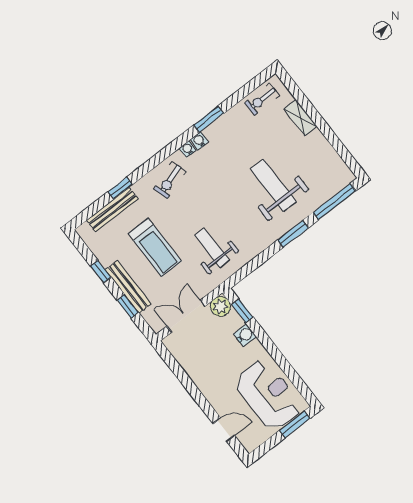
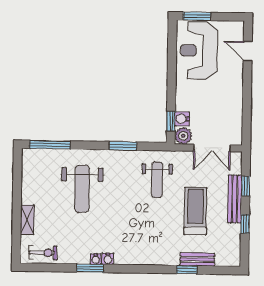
water cooler: (188, 149) -> (96, 259), moved
exercise bike: (170, 180) -> (149, 248), removed
bench: (112, 210) -> (197, 259), width x0.73
window: (293, 234) -> (123, 146), moved
water cooler: (245, 335) -> (182, 119), moved

